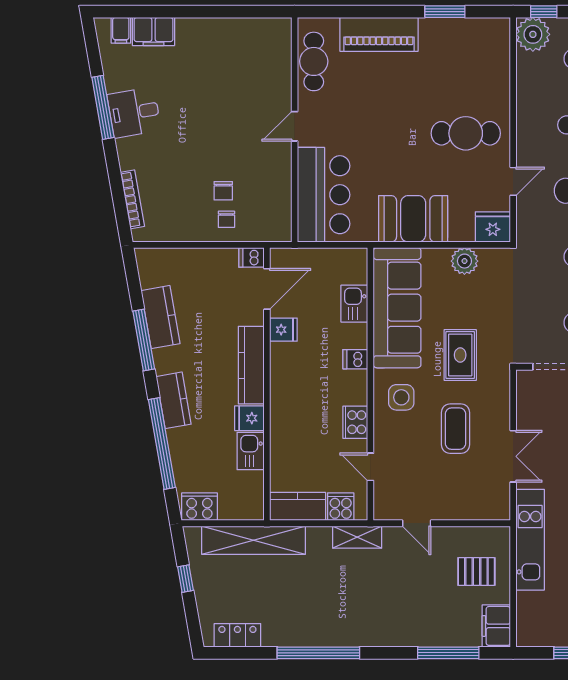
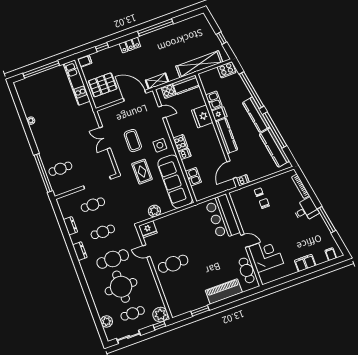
filing cabinet: (153, 31) -> (305, 263), moved
corner desk: (260, 79) -> (266, 255), added
desk: (134, 112) -> (306, 210), moved
door: (295, 126) -> (245, 241), hinge flipped
door: (513, 181) -> (146, 251), hinge flipped
booth: (413, 219) -> (182, 221), removed
kitchen counter: (160, 317) -> (274, 148), width x1.50
fridge: (283, 330) -> (202, 116), moved, width x1.88, depth x1.34
window: (144, 340) -> (275, 130), width x1.46
kitchen counter: (174, 400) -> (256, 115), width x1.50
cooker: (355, 422) -> (180, 143), moved
door: (417, 523) -> (135, 96), width x1.87
kitchen unit: (530, 540) -> (77, 83), moved
pallet: (476, 571) -> (103, 85), width x1.50, depth x1.42
filing cabinet: (496, 626) -> (85, 61), width x0.50
locker: (237, 635) -> (130, 45), moved
window: (448, 653) -> (102, 47), width x0.46

